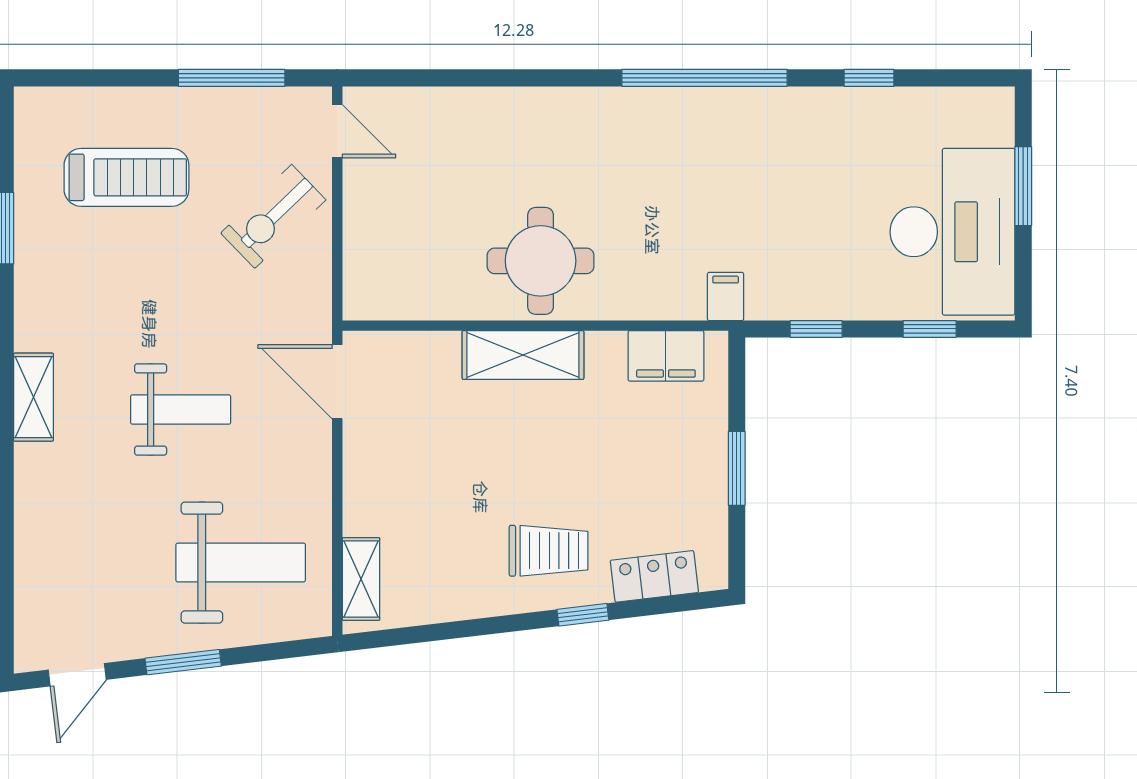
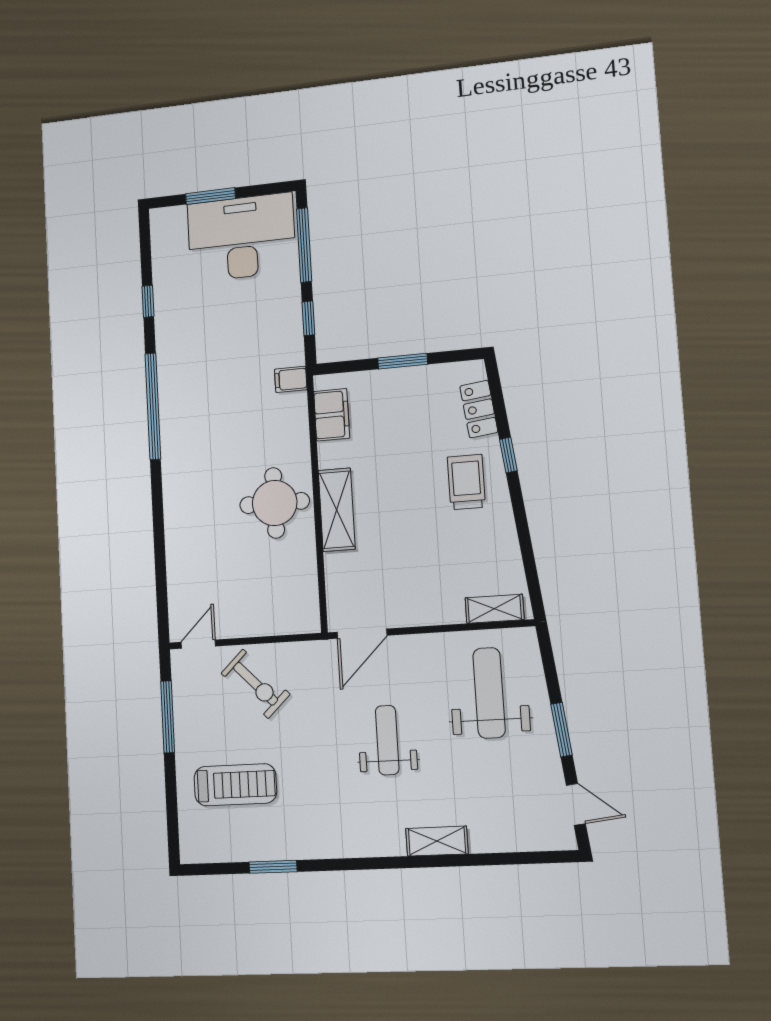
treadmill: (126, 177) -> (235, 785), turned 90
window: (930, 329) -> (304, 245), width x2.17
shelving: (33, 397) -> (437, 841), moved

